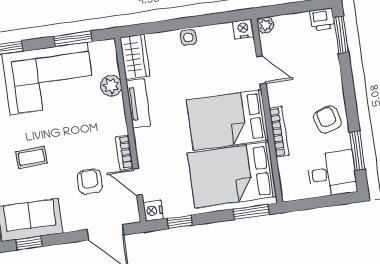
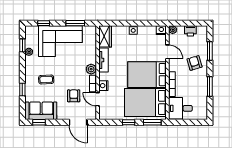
printer: (322, 19) -> (190, 31), moved
window: (341, 35) -> (210, 51), moved
plant: (111, 86) -> (91, 69), moved
armchair: (327, 120) -> (195, 63), moved
window: (357, 151) -> (210, 86), moved
desk: (332, 174) -> (180, 108), moved, turned 180
nightstand: (153, 211) -> (103, 86), moved
window: (180, 222) -> (129, 122), moved

